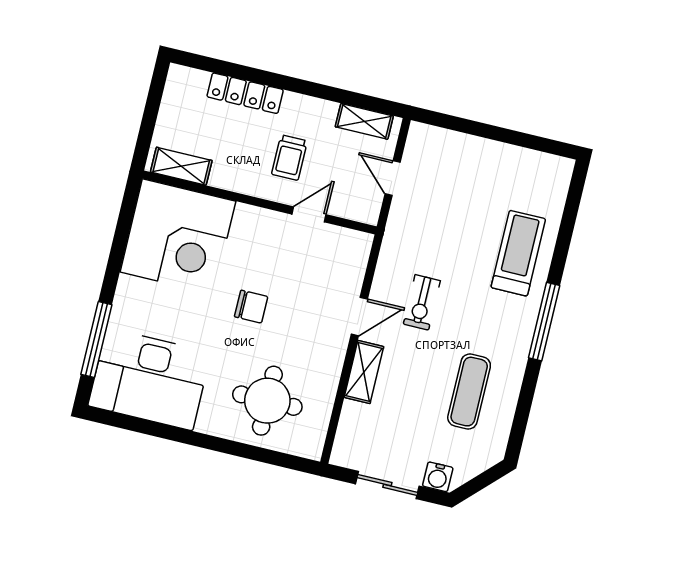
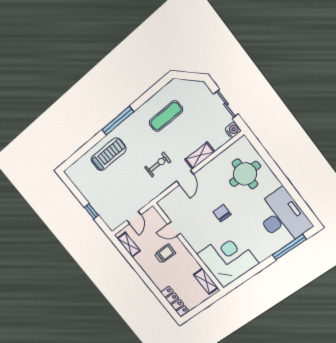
locker: (245, 93) -> (175, 301), moved
window: (475, 128) -> (91, 211), added
treadmill: (518, 253) -> (109, 154), turned 180
door: (359, 317) -> (185, 178), swing flipped
water cooler: (438, 477) -> (233, 130), moved

